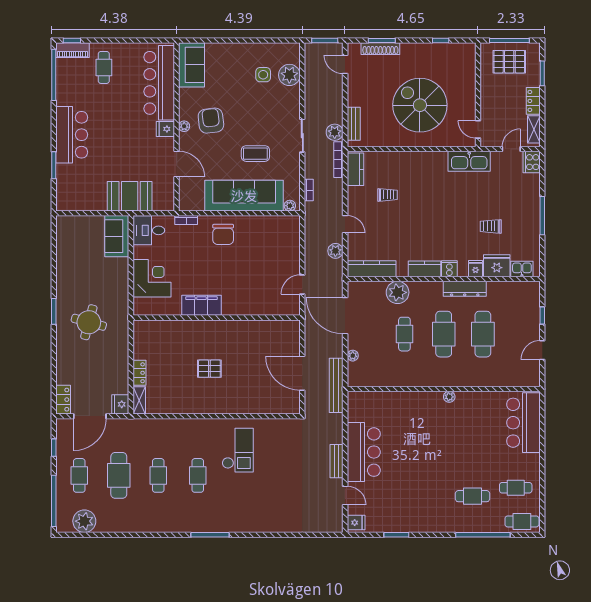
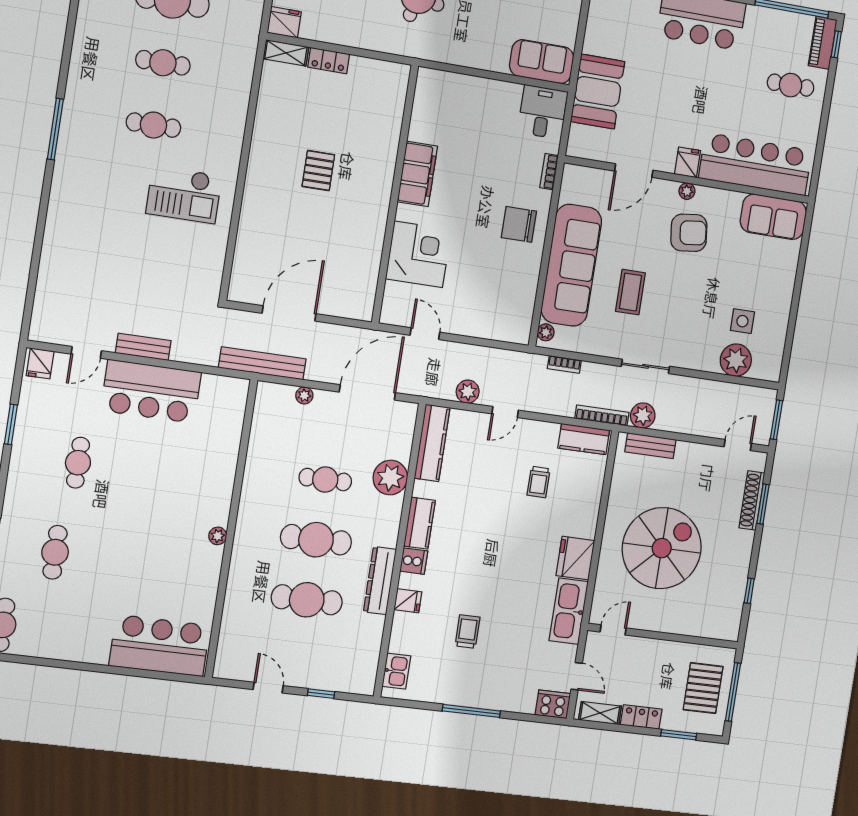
fridge: (497, 266) -> (575, 558), moved, turned 180
corner desk: (152, 278) -> (418, 254), moved, turned -90
cafe table: (516, 488) -> (78, 463), moved

